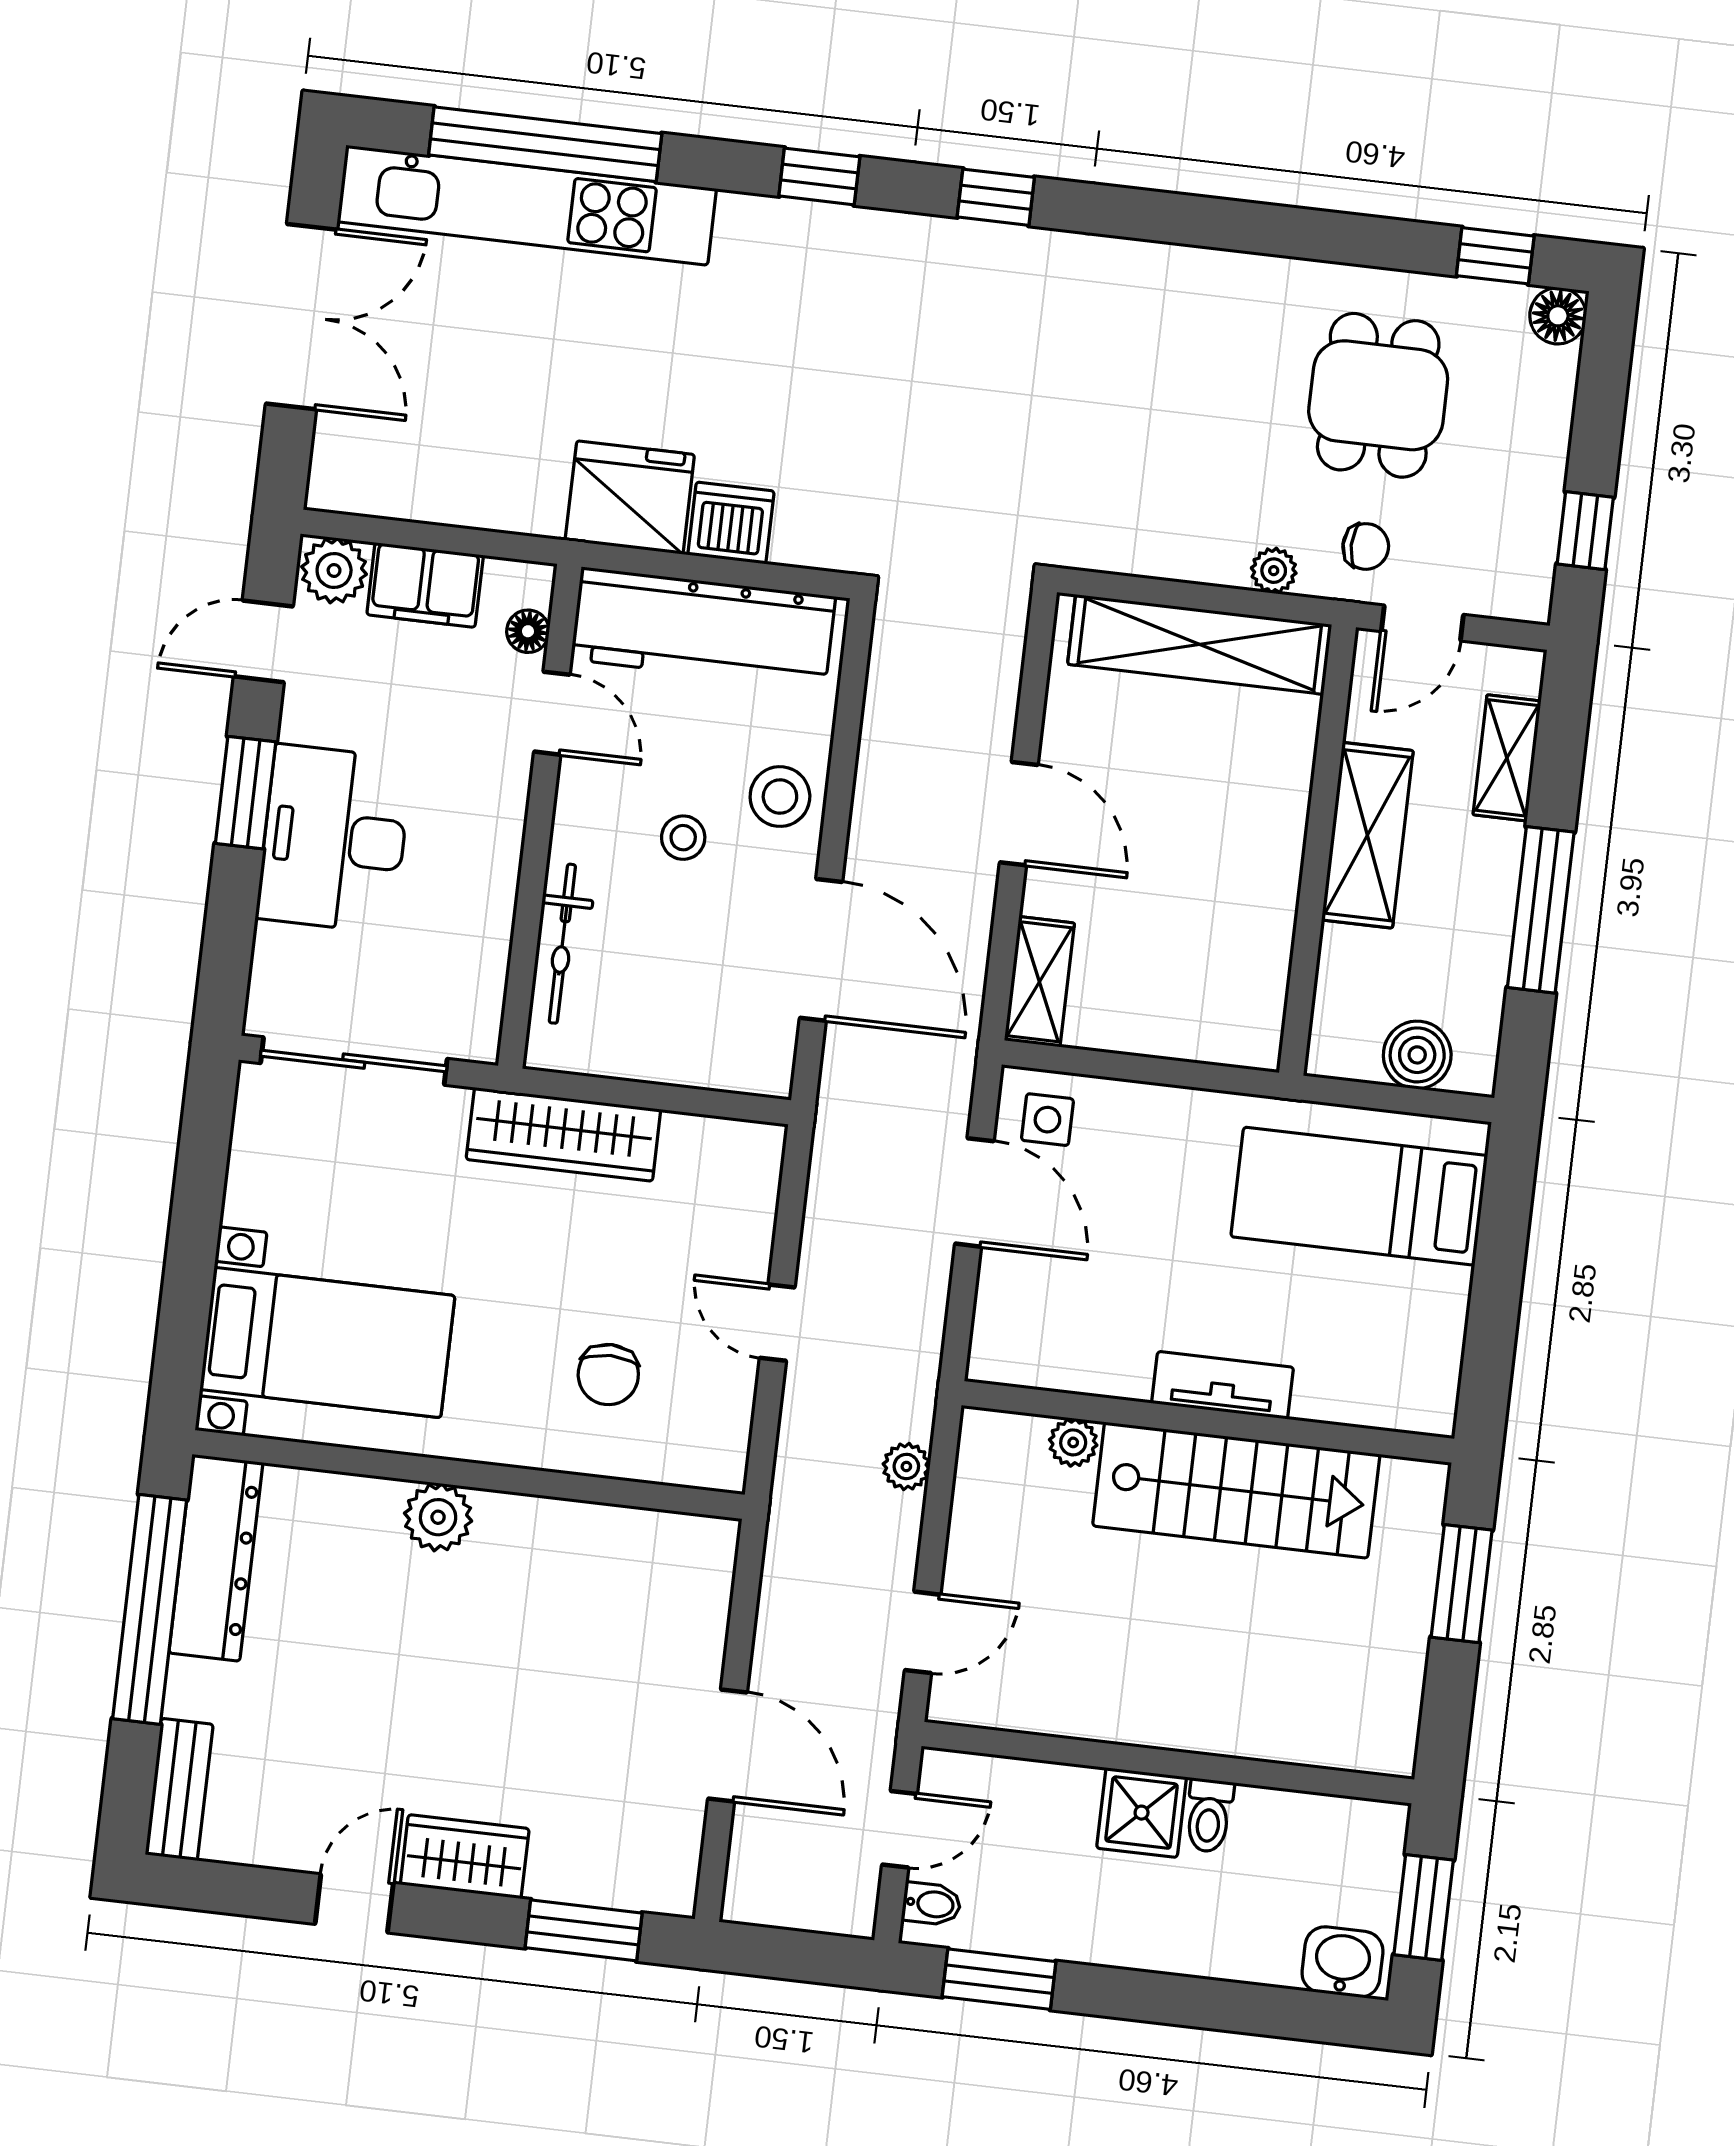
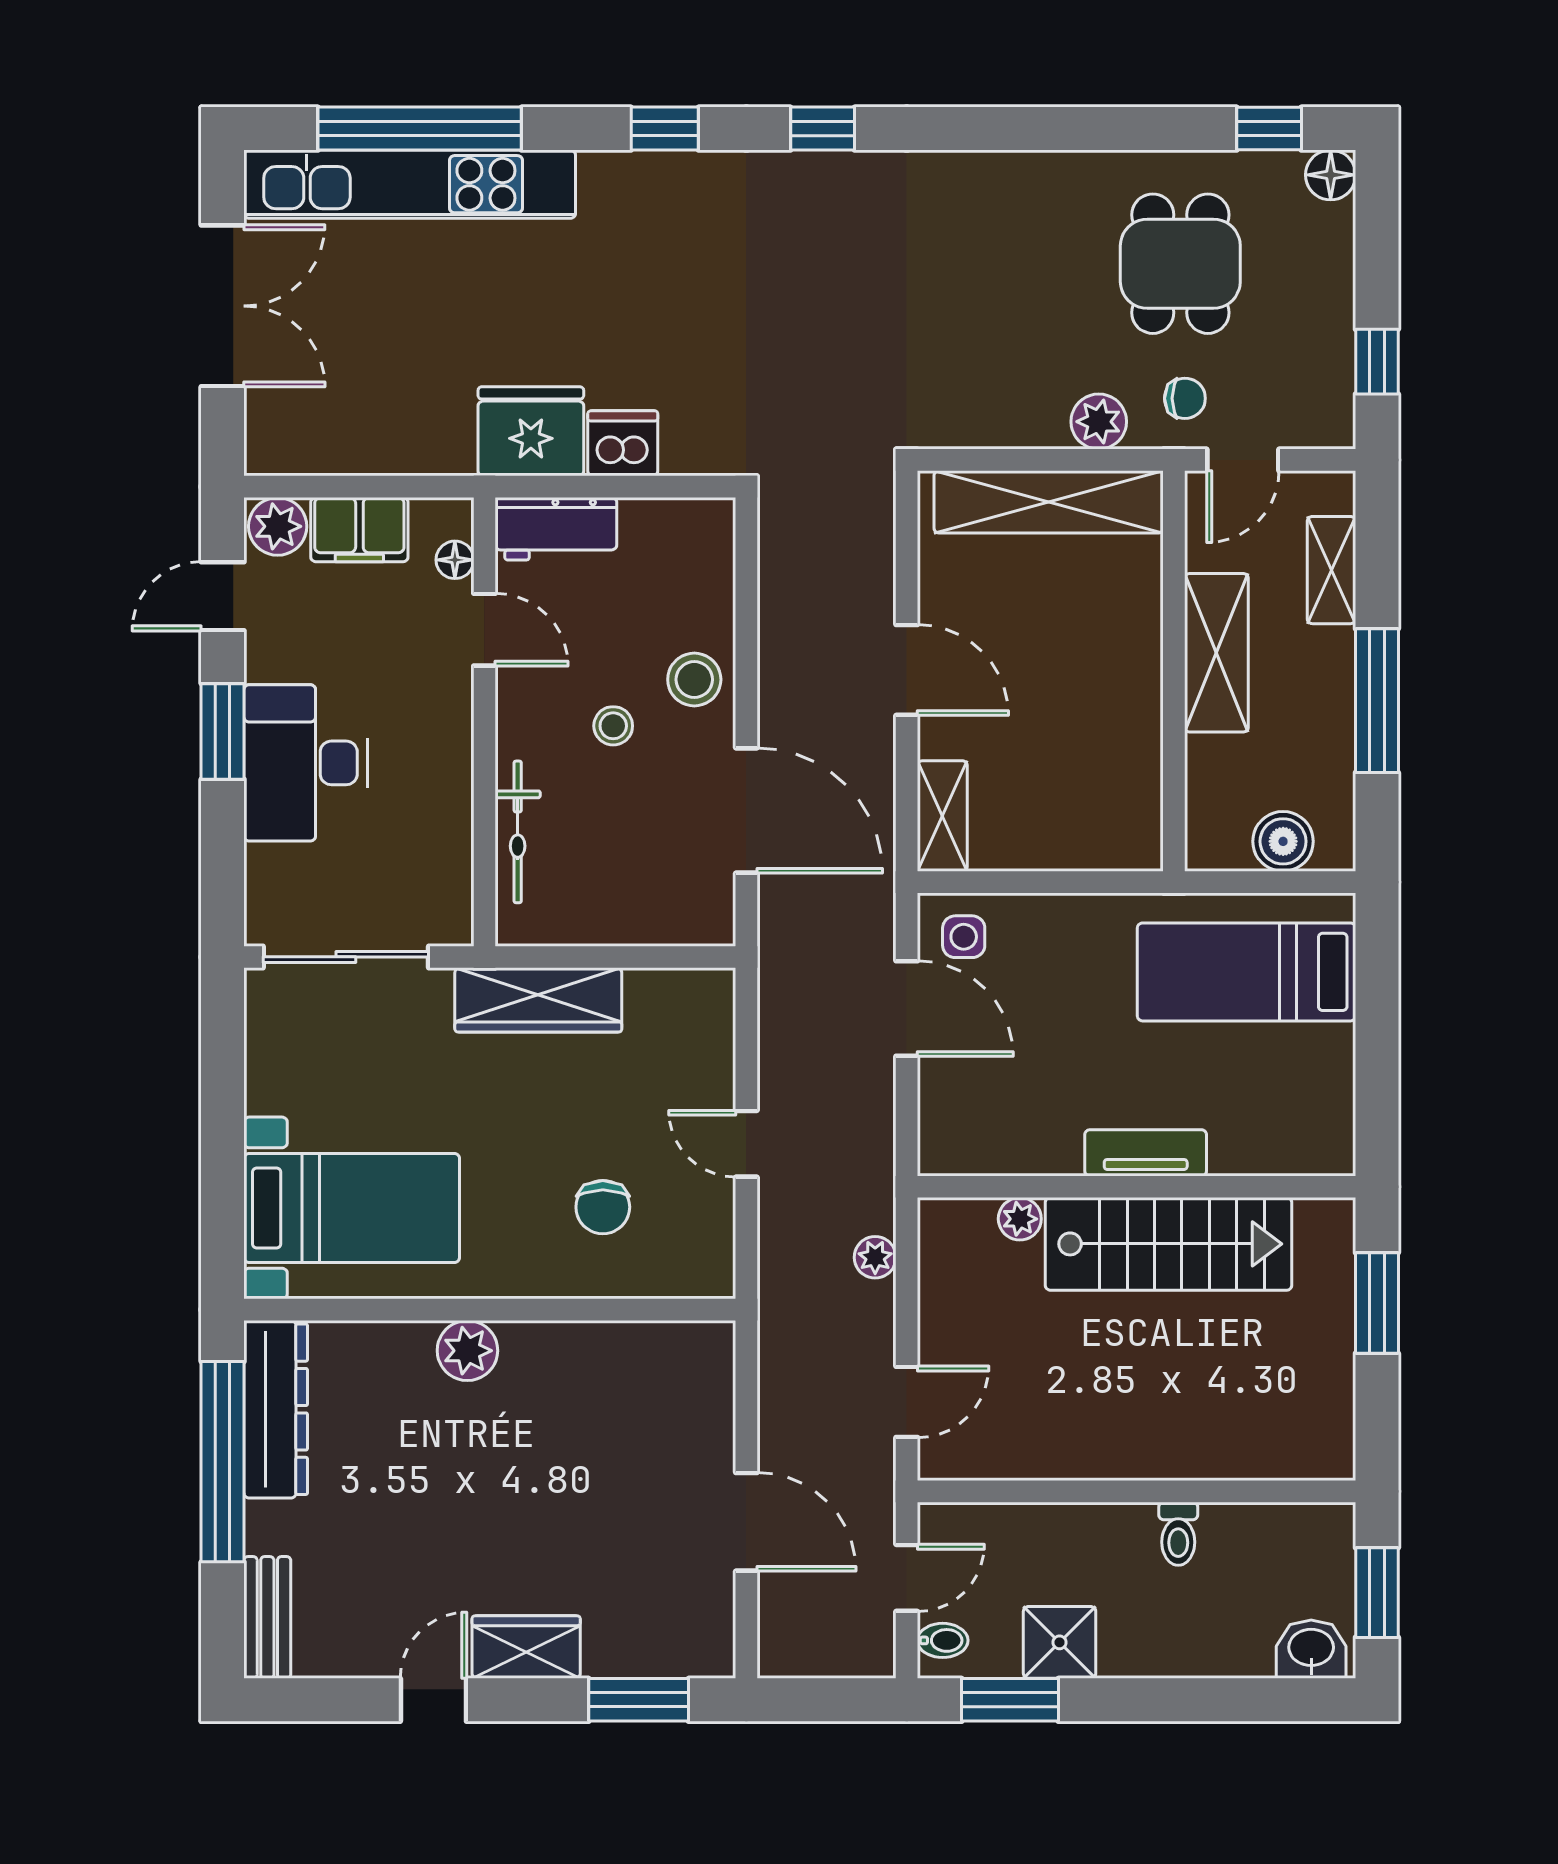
plant: (1274, 571) -> (1099, 422), width x1.38, depth x1.38
workbench: (703, 628) -> (556, 529), width x0.53, depth x0.76
shower: (1142, 1813) -> (1060, 1642), moved

